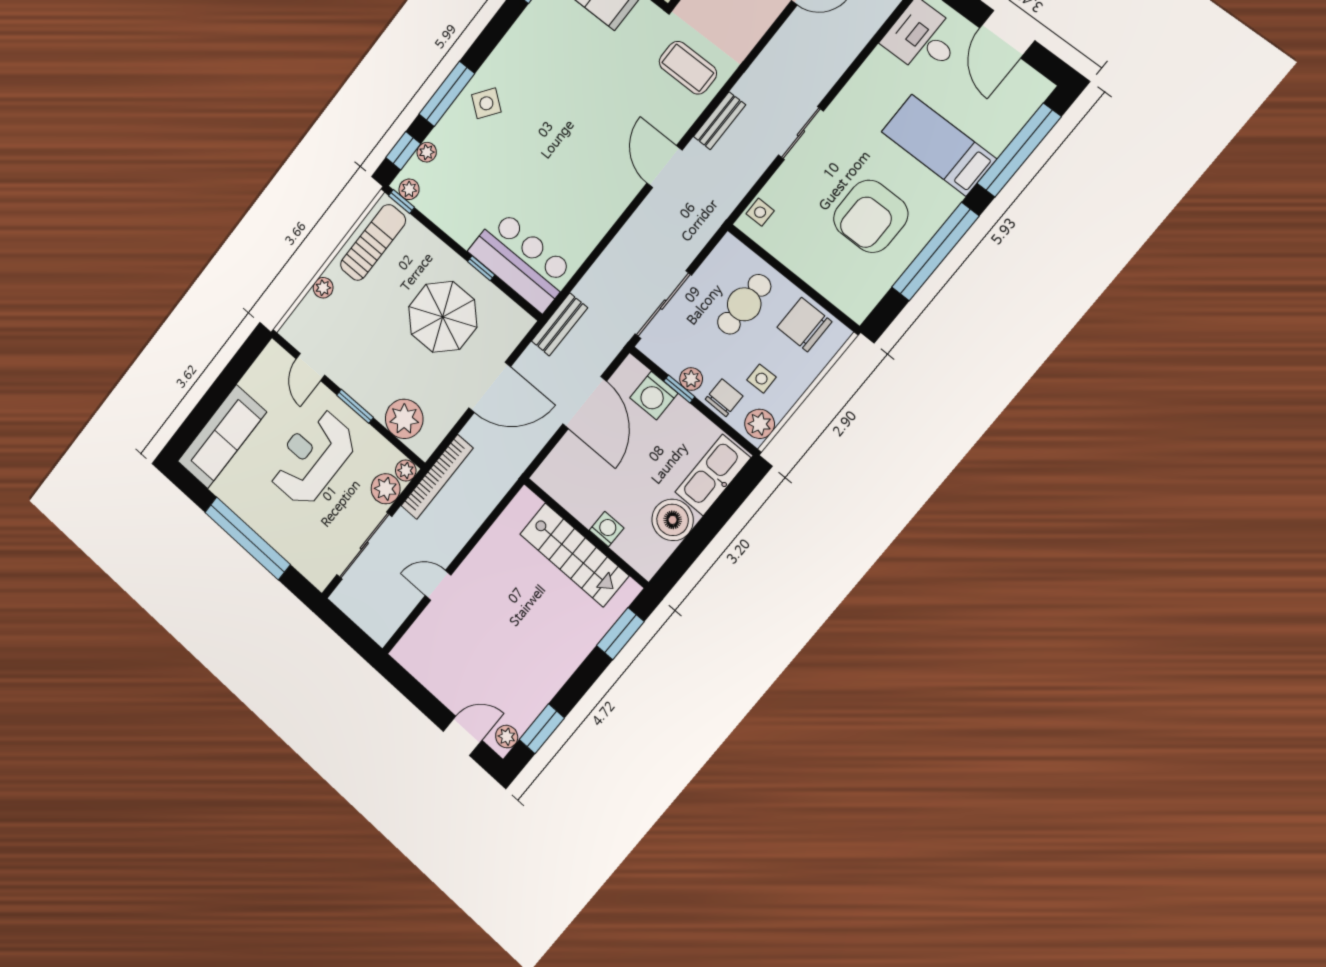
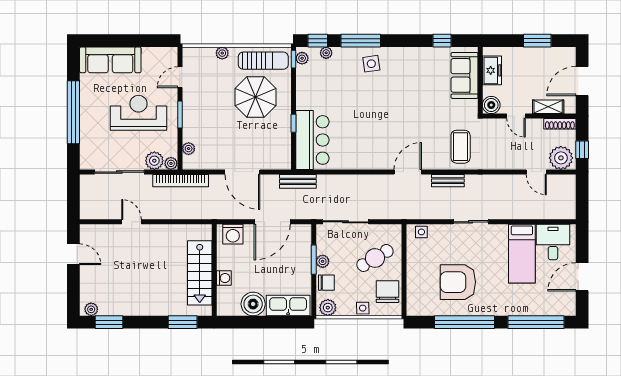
side table: (486, 103) -> (371, 64), turned 45
bed: (939, 145) -> (522, 254), moved, turned 180
cafe table: (744, 304) -> (375, 258), turned -31
parasol: (443, 317) -> (256, 97), moved
side table: (761, 379) -> (363, 308), moved
window: (679, 389) -> (314, 260), width x1.50
washing machine: (654, 396) -> (233, 234), moved, turned -90
plant: (404, 419) -> (189, 149), width x0.53, depth x0.53
door: (463, 736) -> (73, 254), moved

